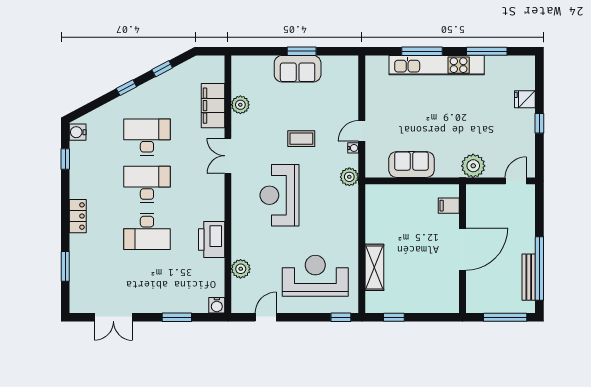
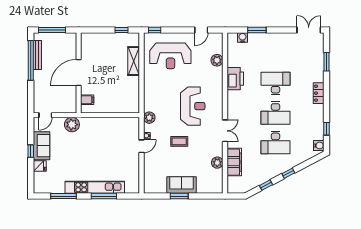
sofa: (412, 165) -> (41, 146), moved, turned -90
water cooler: (217, 305) -> (242, 38), moved
double door: (113, 317) -> (309, 30), moved

